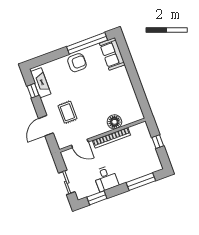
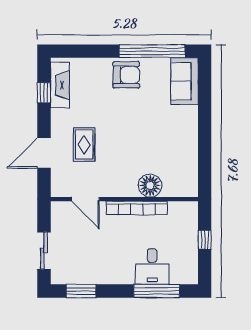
desk: (106, 178) -> (152, 267), moved

